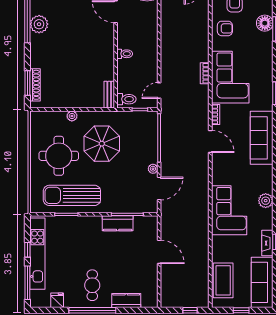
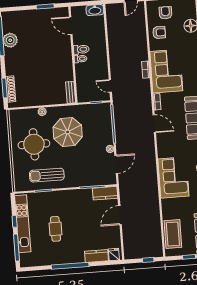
door: (159, 90) -> (110, 86), hinge flipped
toilet: (126, 99) -> (81, 49), moved
sun lounger: (72, 195) -> (47, 175), width x0.73, depth x0.75
kitchen counter: (118, 223) -> (105, 193), moved
door: (159, 252) -> (120, 215), swing flipped
cafe table: (92, 285) -> (55, 229), moved
fridge: (57, 300) -> (114, 254), moved

